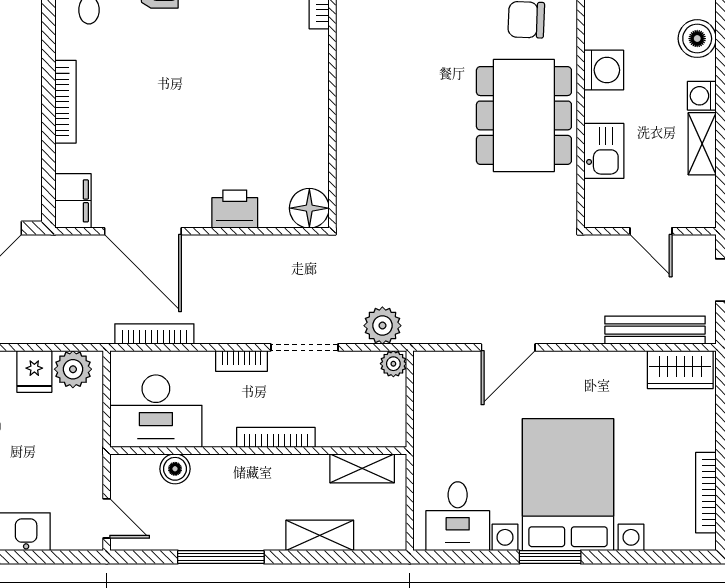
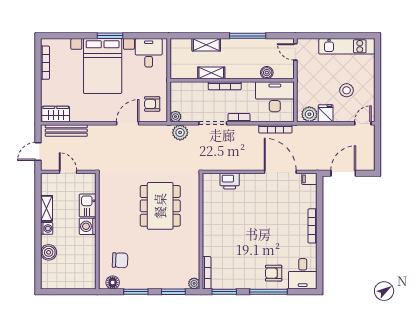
washing machine: (604, 70) -> (88, 226), moved
dining table: (524, 115) -> (160, 206), moved
filing cabinet: (73, 201) -> (309, 179), width x0.50
floor lamp: (309, 208) -> (211, 181), removed
printer: (235, 209) -> (230, 181), moved
armchair: (449, 394) -> (152, 104), added
shelving: (362, 468) -> (211, 73), moved

